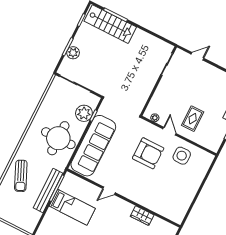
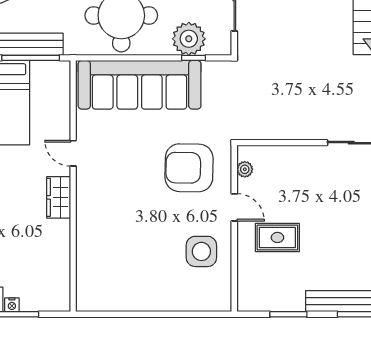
door: (169, 131) -> (234, 207), hinge flipped
armchair: (148, 153) -> (189, 168), moved, turned 91
wardrobe: (142, 216) -> (59, 197), moved

